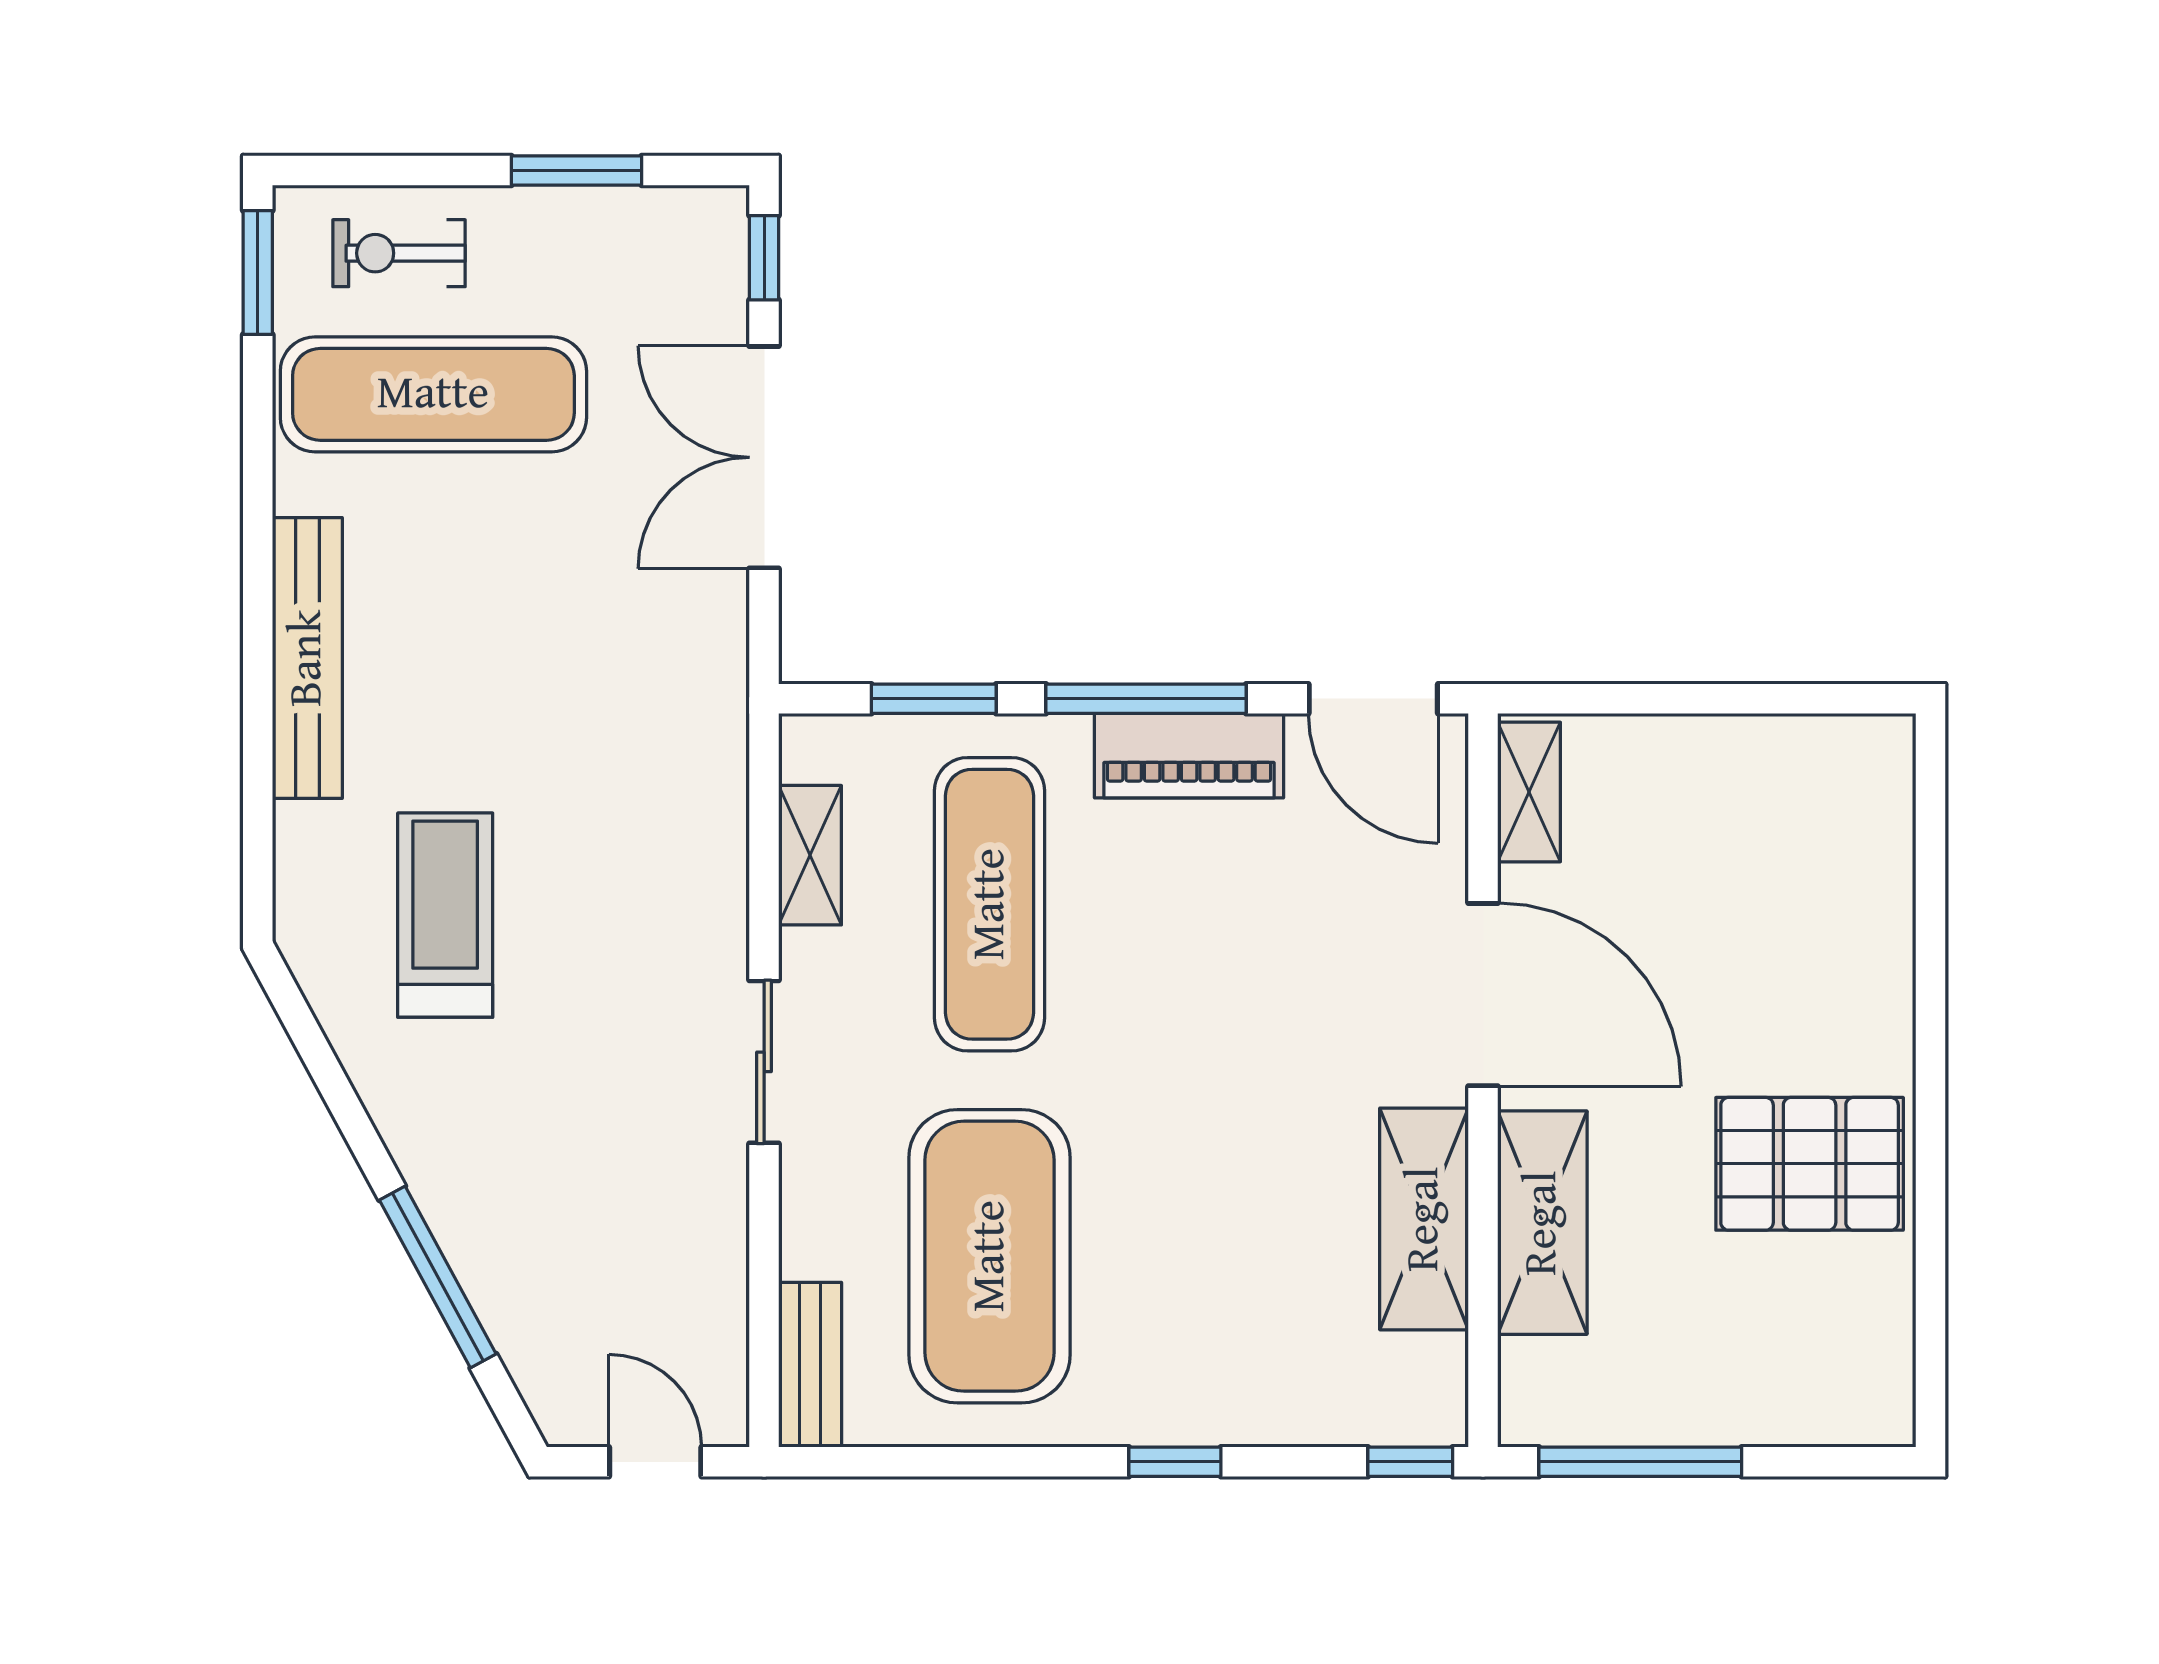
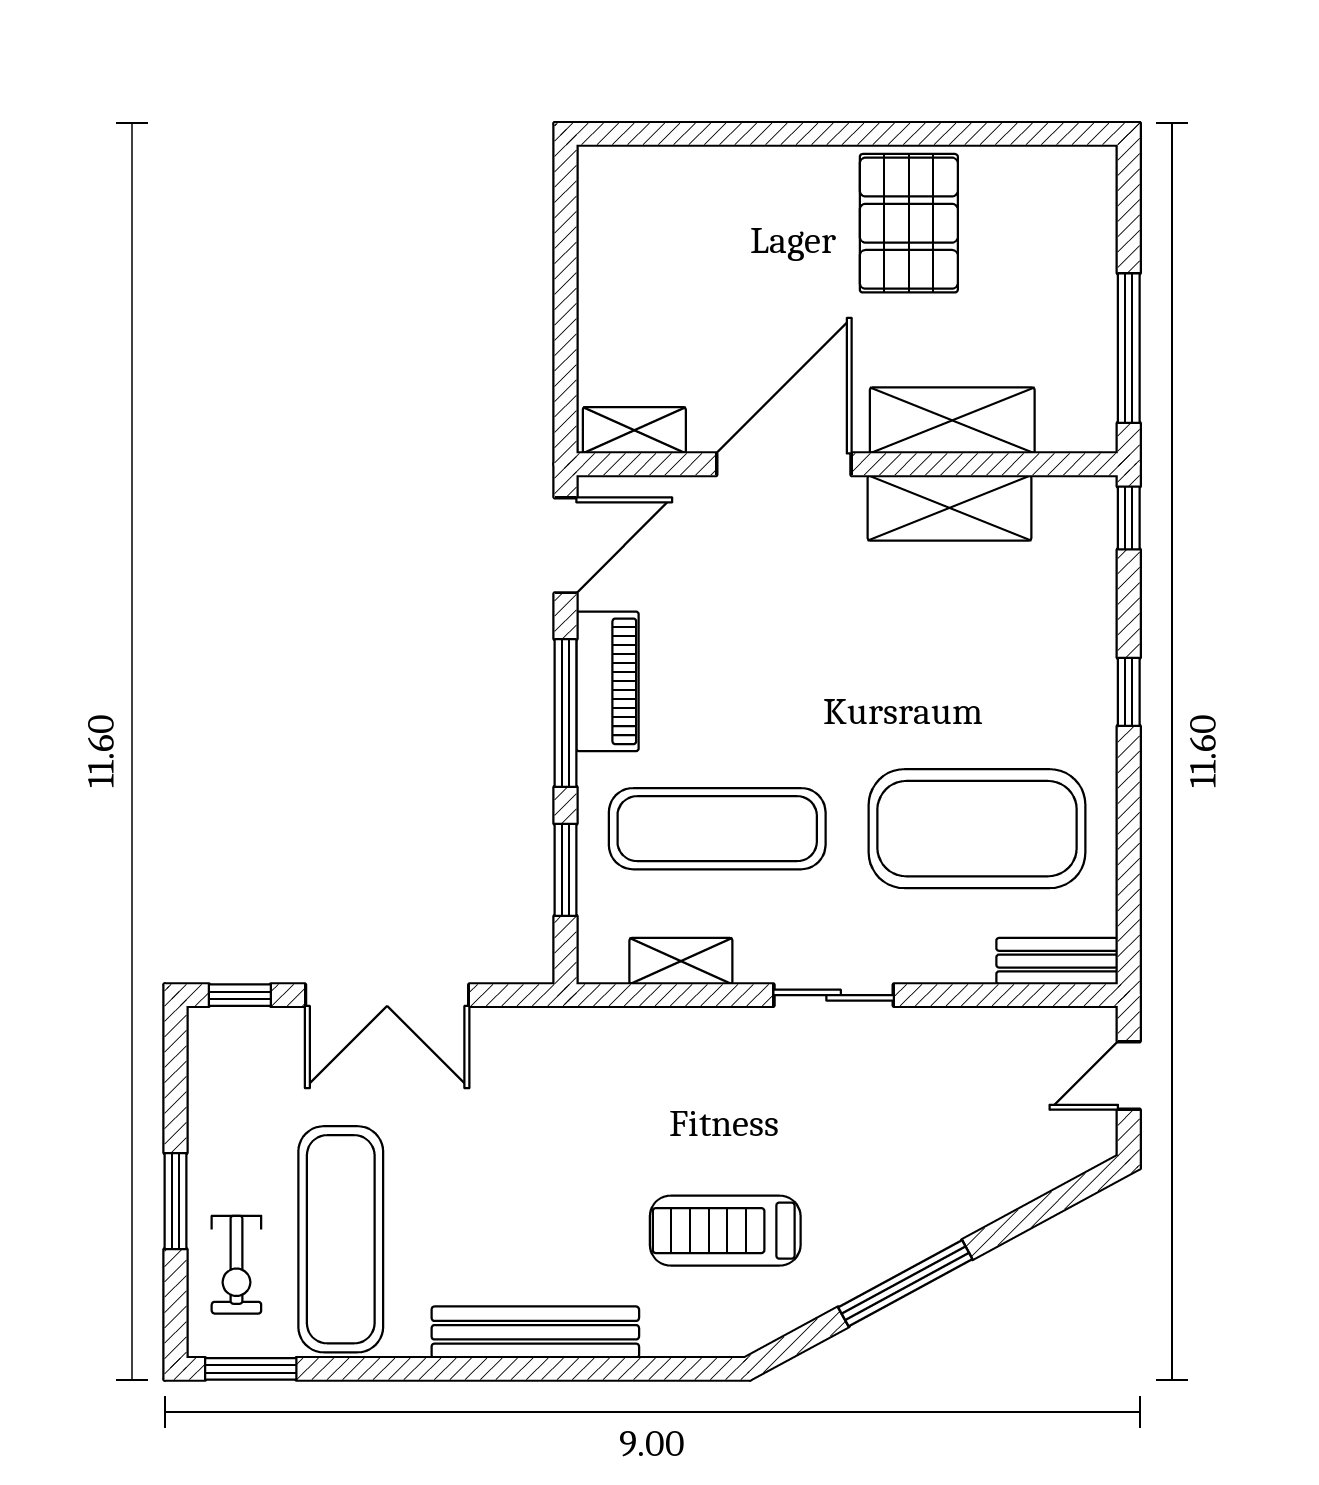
window: (577, 171) -> (175, 1201), moved
window: (438, 1277) -> (905, 1283), moved

